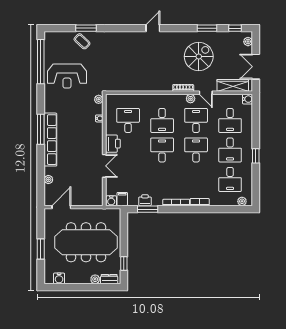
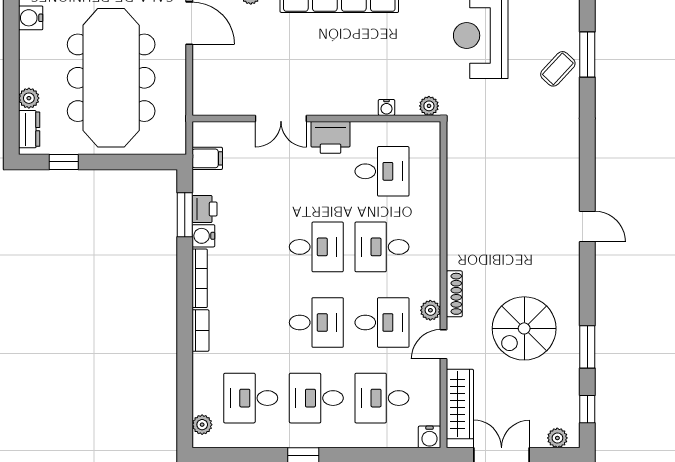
window: (86, 28) -> (587, 55), moved
spiral stairs: (199, 57) -> (524, 328), turned 90
water cooler: (111, 201) -> (203, 236), moved

